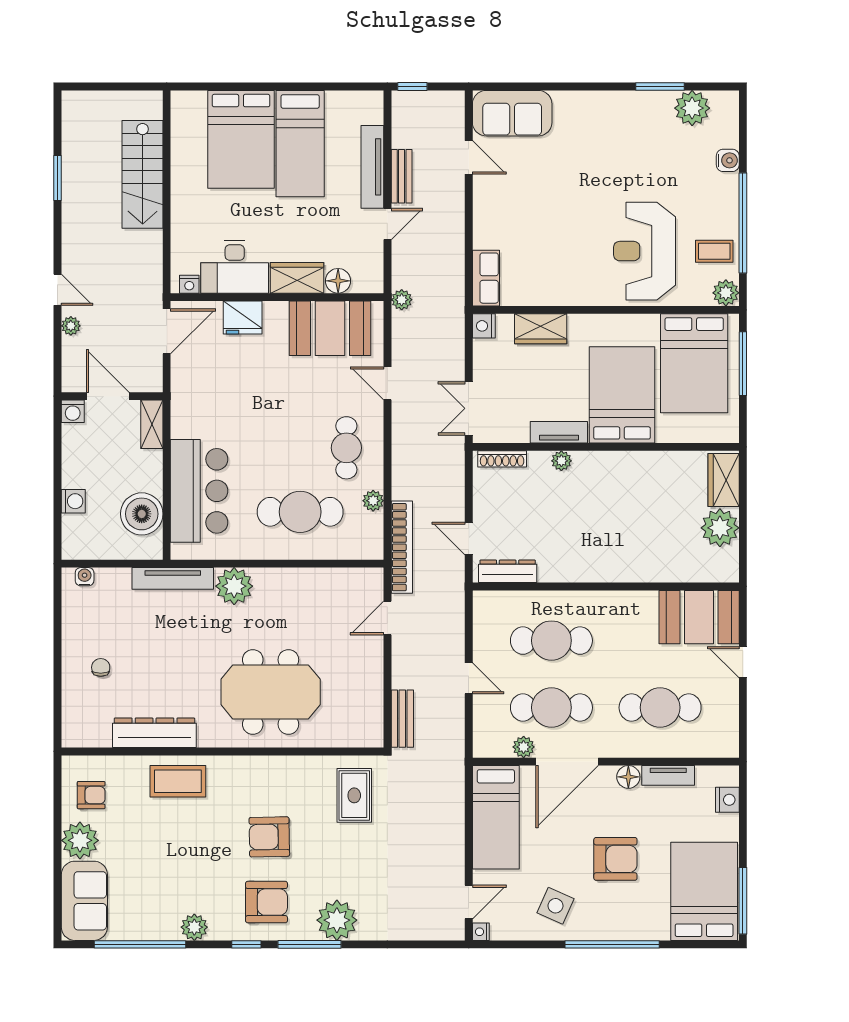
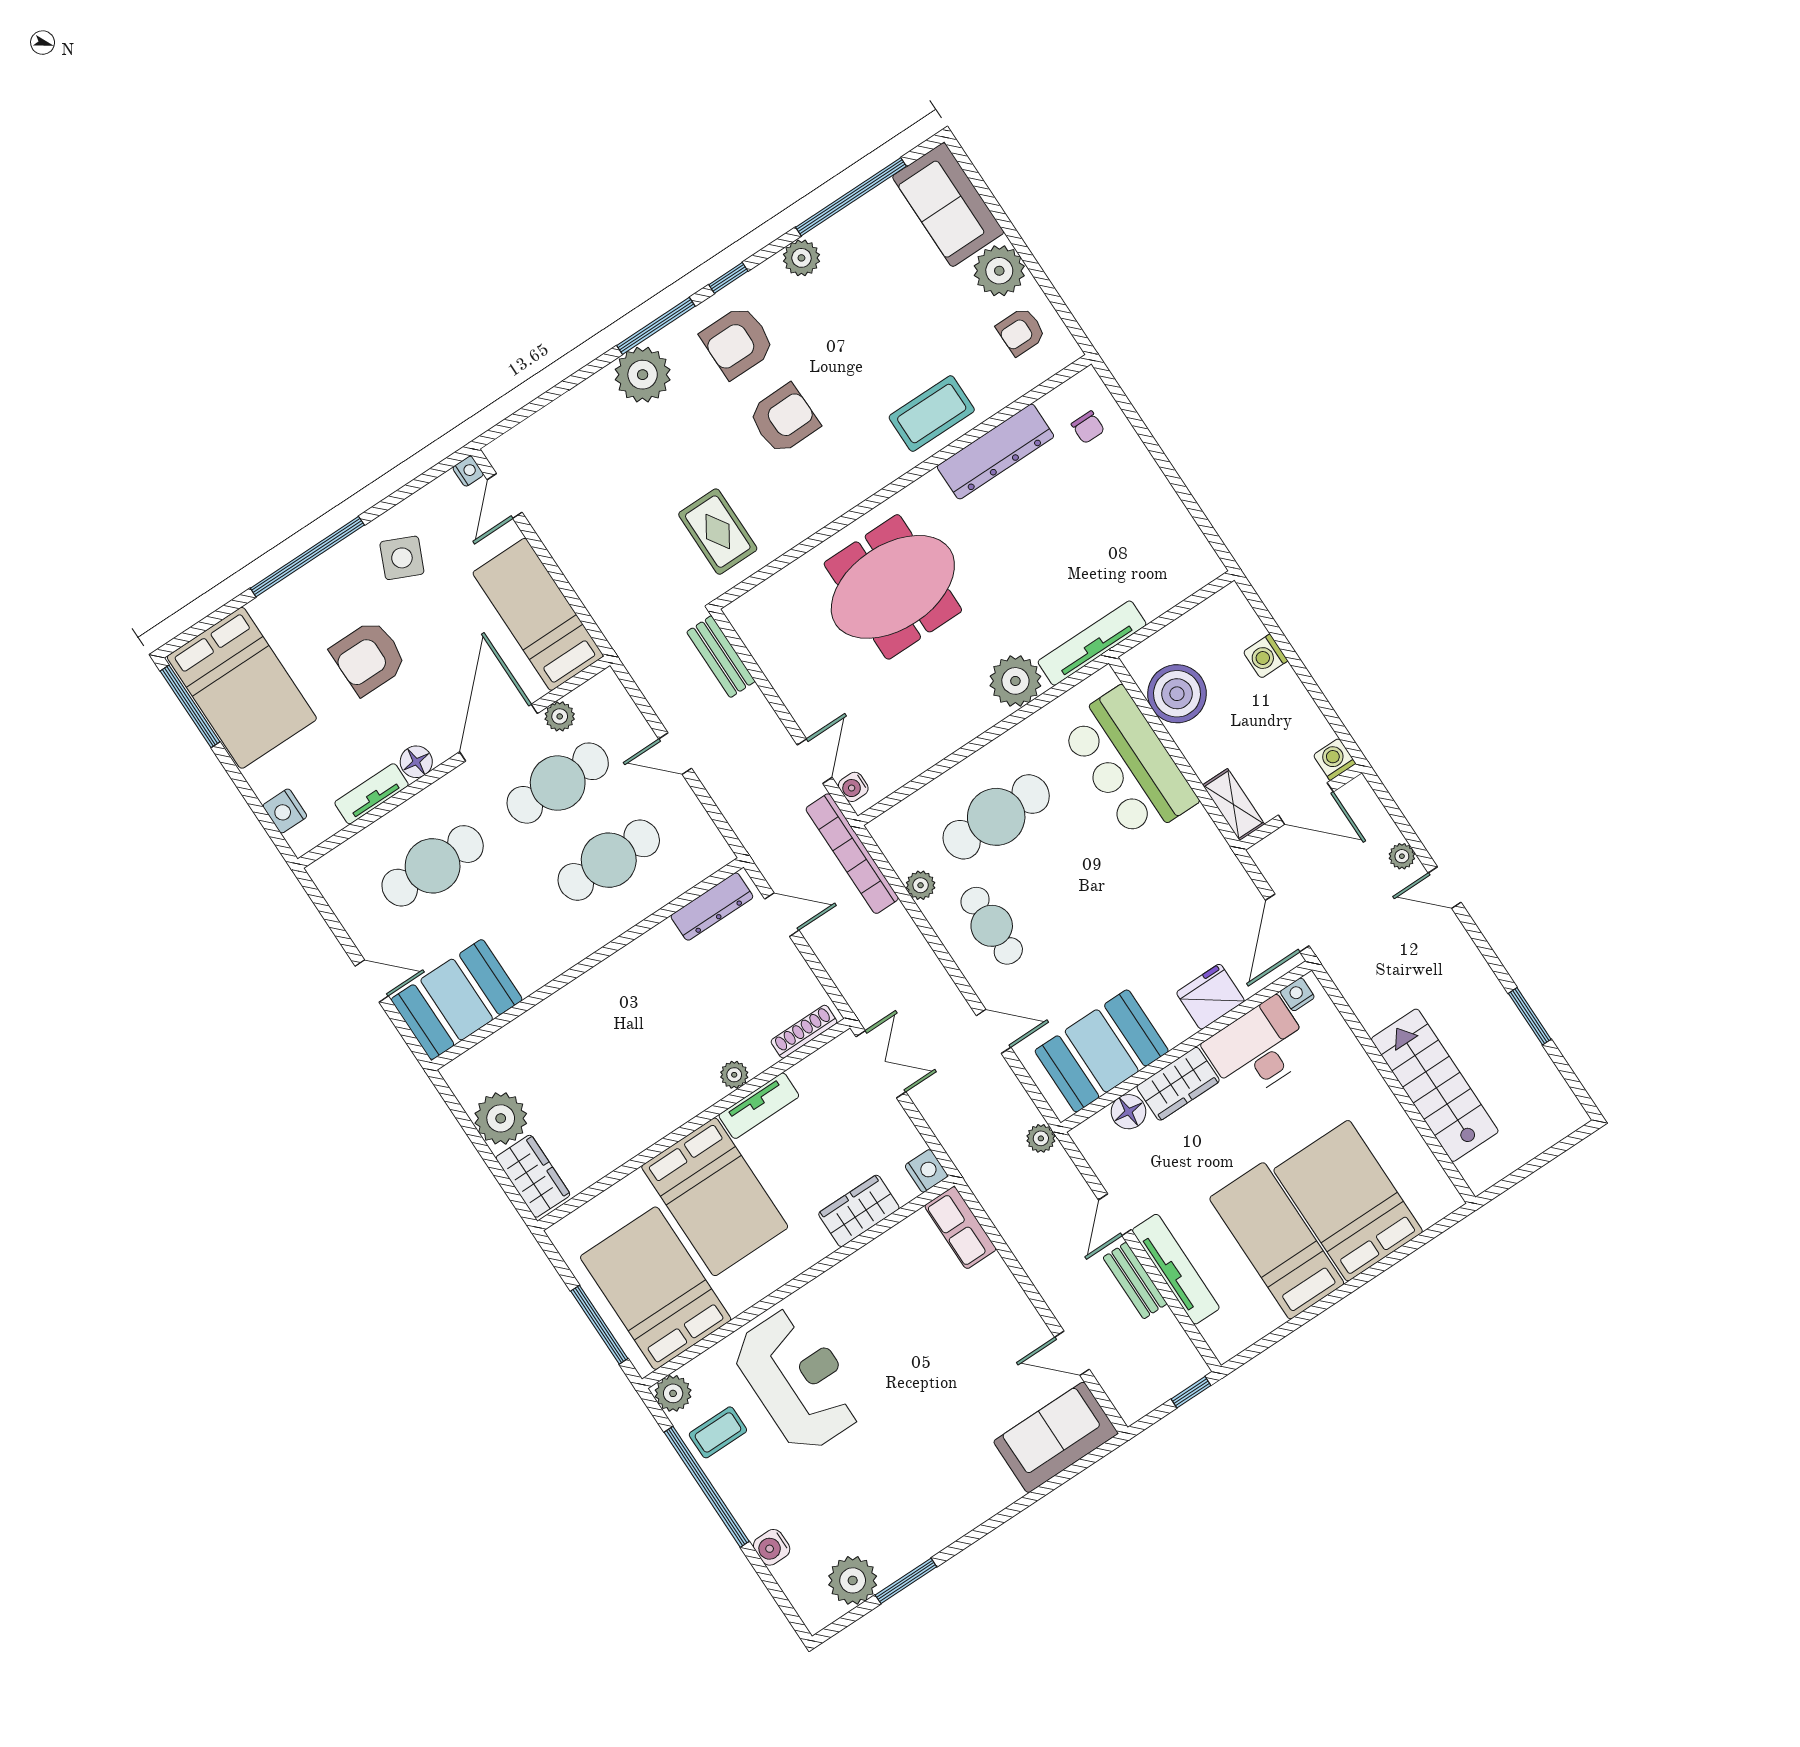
water cooler: (85, 577) -> (853, 787), moved, turned 90
chair: (101, 667) -> (1088, 427), moved

